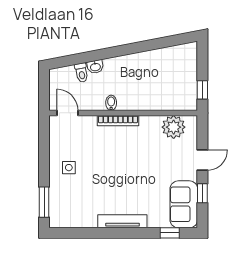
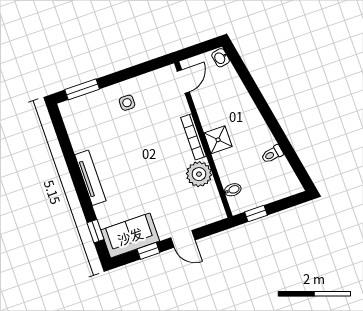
washbasin: (95, 67) -> (221, 58), moved
toilet: (82, 73) -> (272, 154), moved
shower: (128, 100) -> (218, 140), added
bidet: (111, 103) -> (233, 190), moved
plant: (174, 127) -> (199, 174), moved

